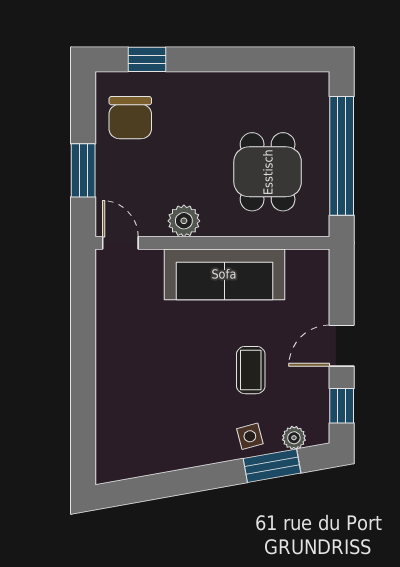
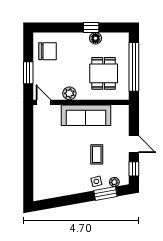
window: (147, 59) -> (91, 27), moved
floor lamp: (248, 86) -> (95, 38), added
chair: (130, 118) -> (48, 51), turned -90
door: (342, 346) -> (134, 144), swing flipped

